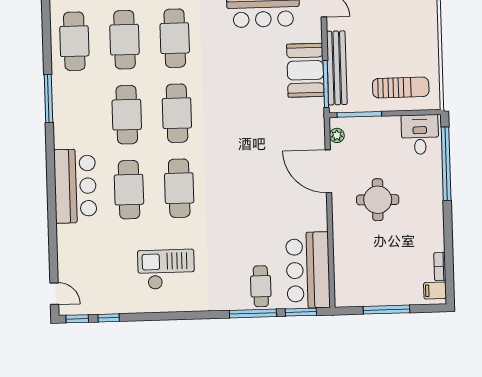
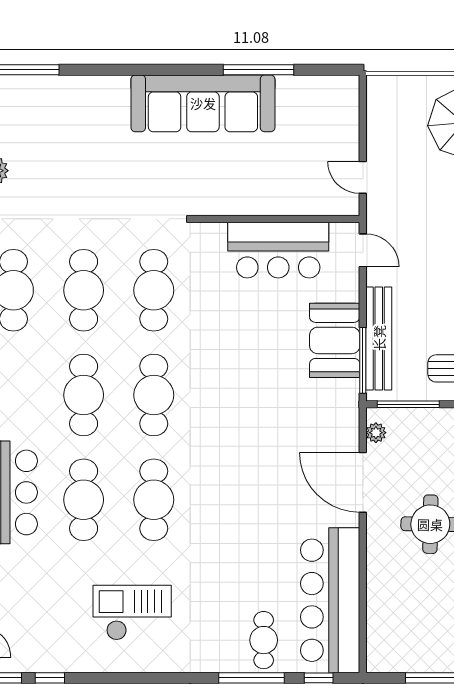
bar counter: (308, 270) -> (330, 600), width x1.36
window: (301, 312) -> (319, 678), width x0.67

